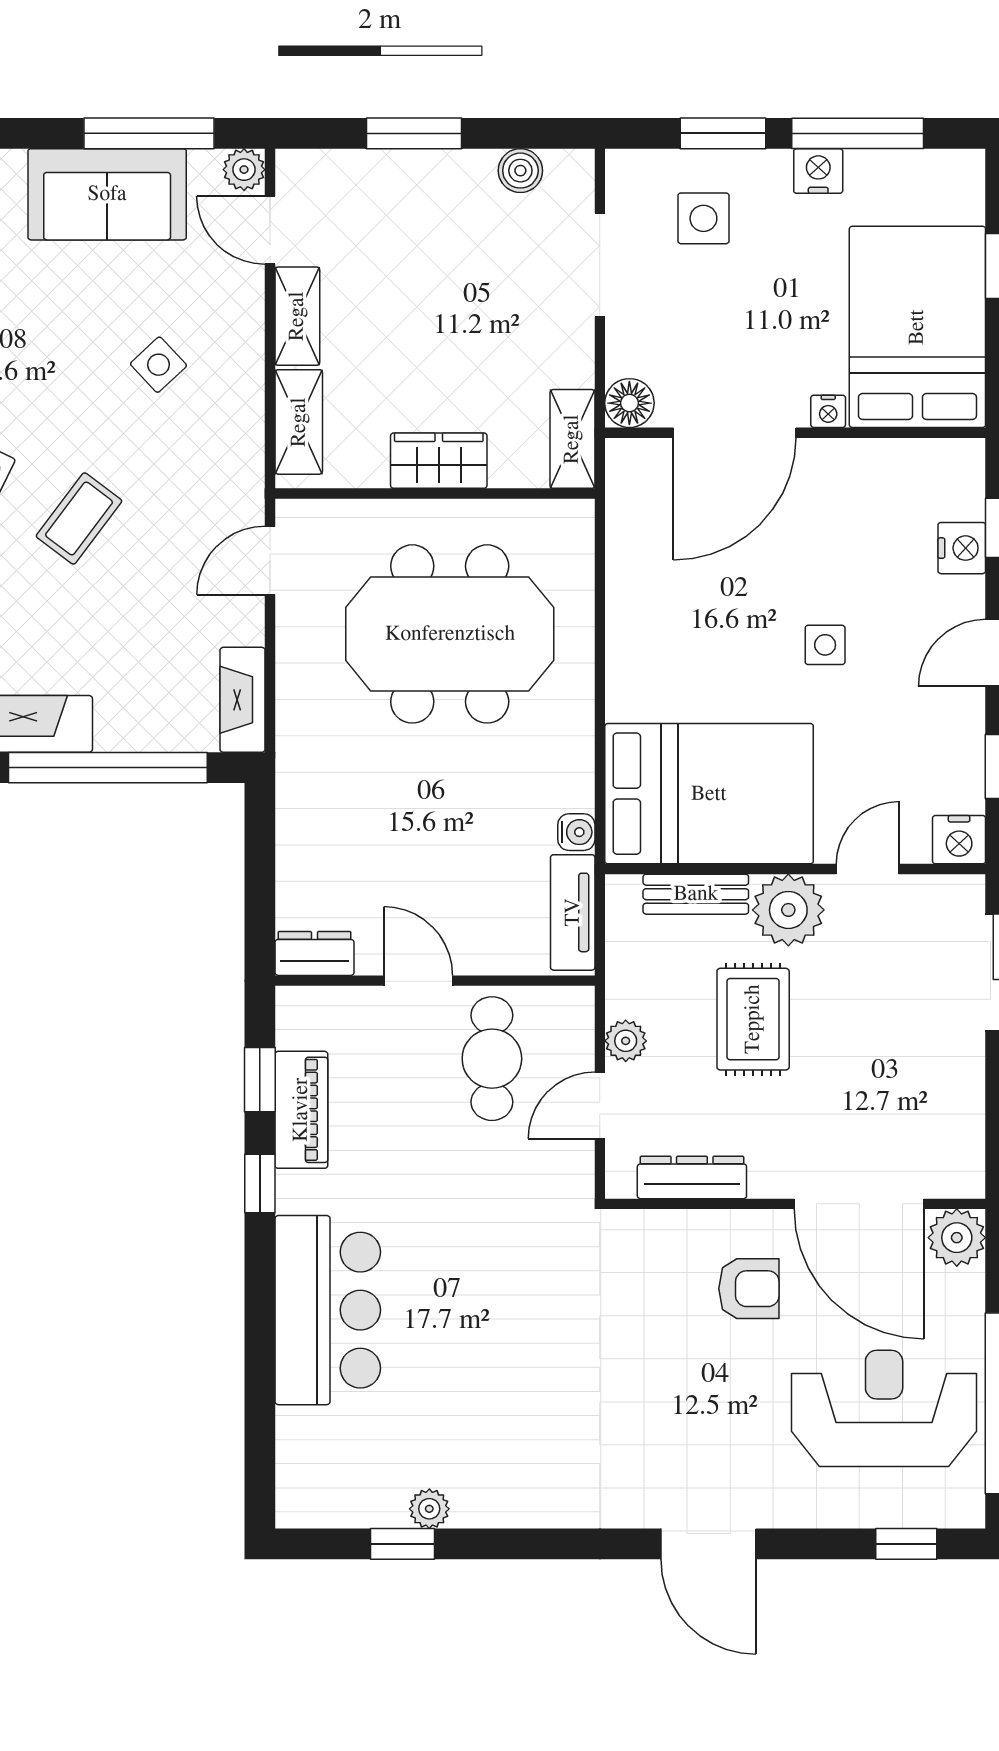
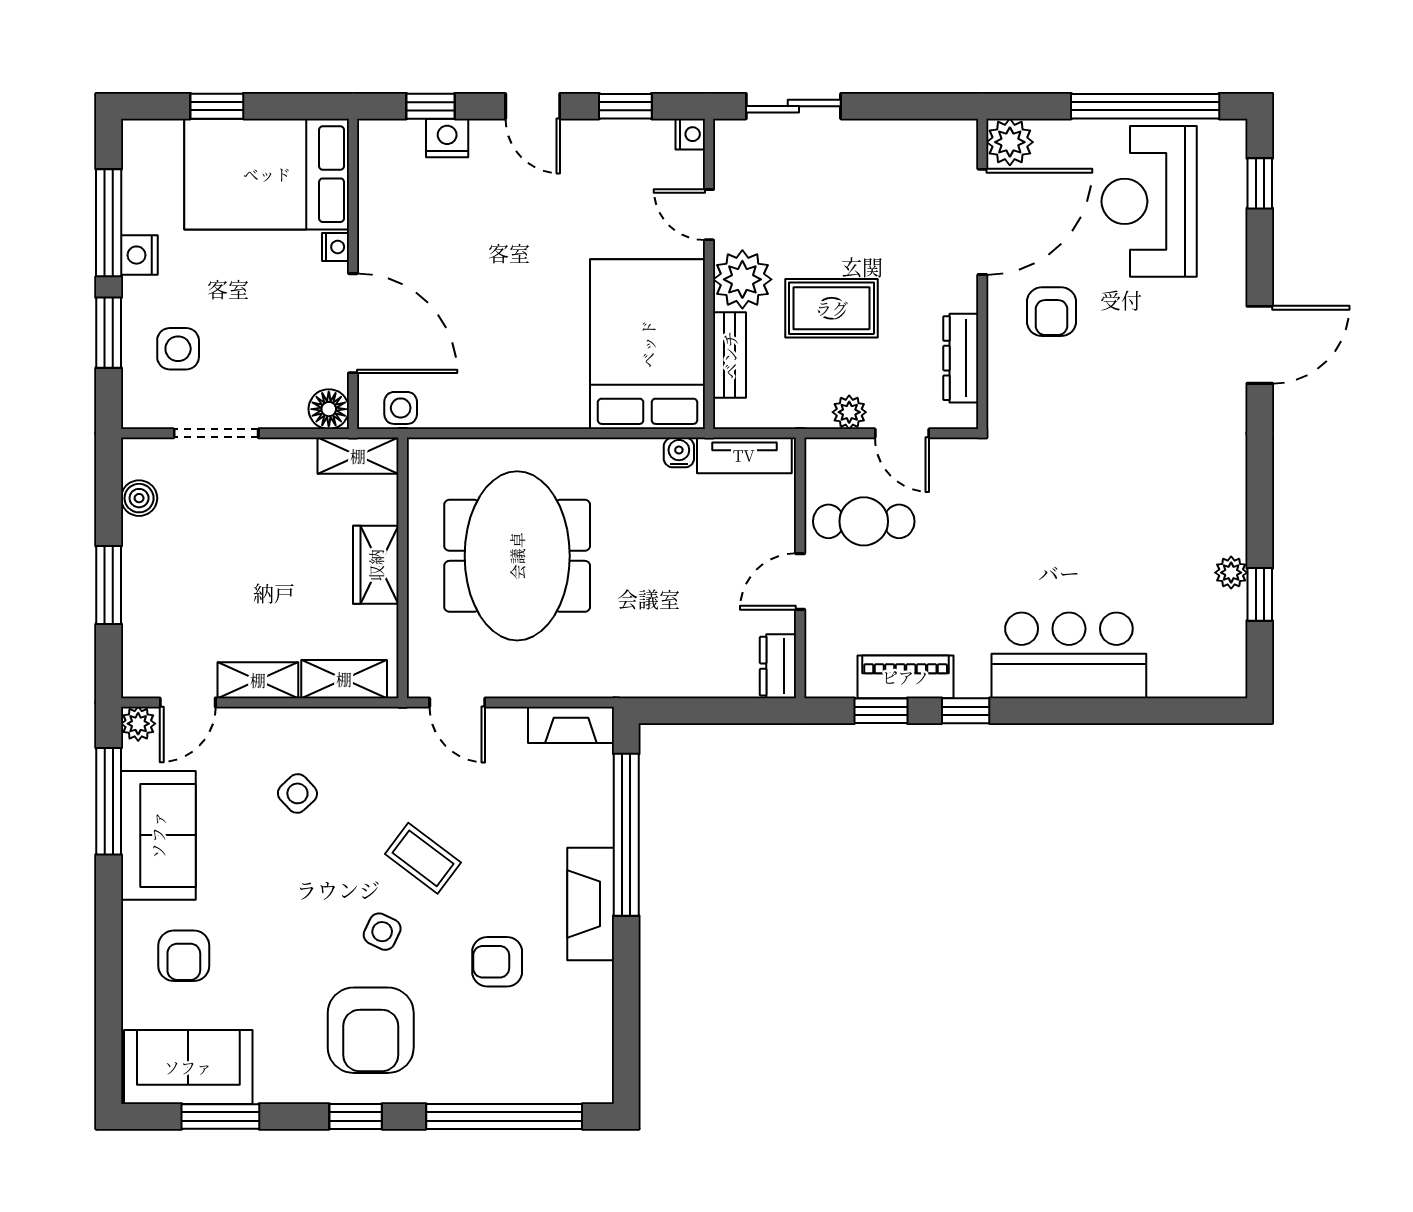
side table: (825, 645) -> (401, 408), moved
nightstand: (959, 840) -> (690, 134), width x0.72, depth x0.74
armchair: (749, 1289) -> (1051, 312), turned 180

